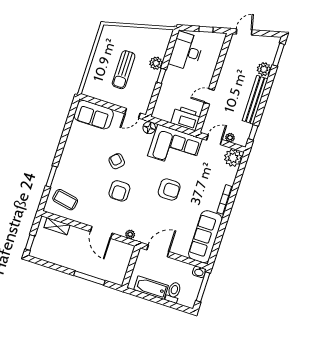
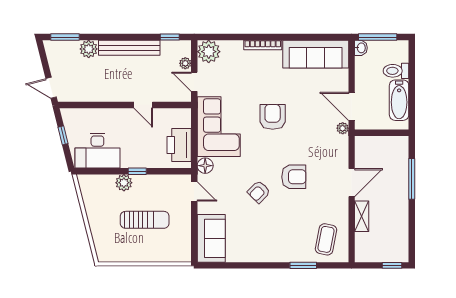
printer: (186, 118) -> (179, 145), moved
shelving: (57, 226) -> (362, 216), moved
plant: (130, 234) -> (343, 128), moved

